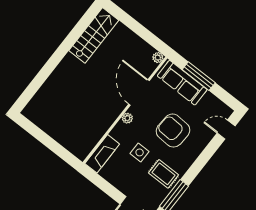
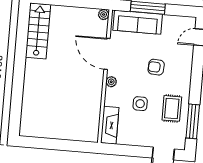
armchair: (173, 131) -> (156, 67), width x0.53, depth x0.53
rug: (163, 174) -> (172, 108), turned 90

